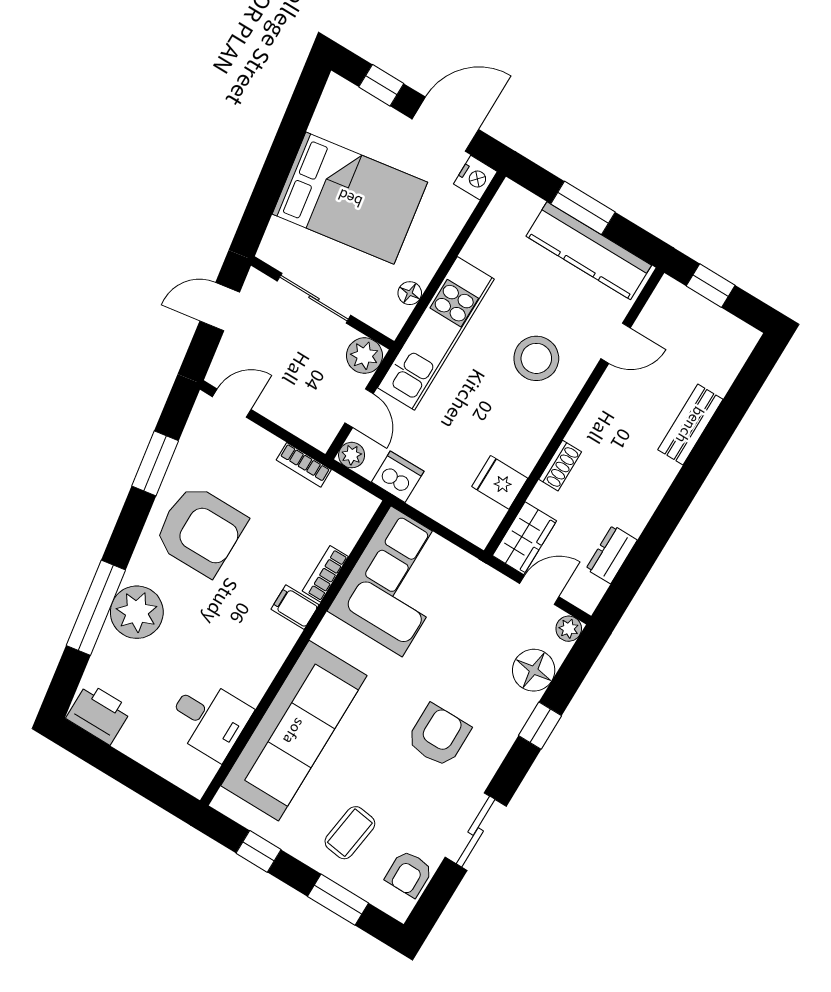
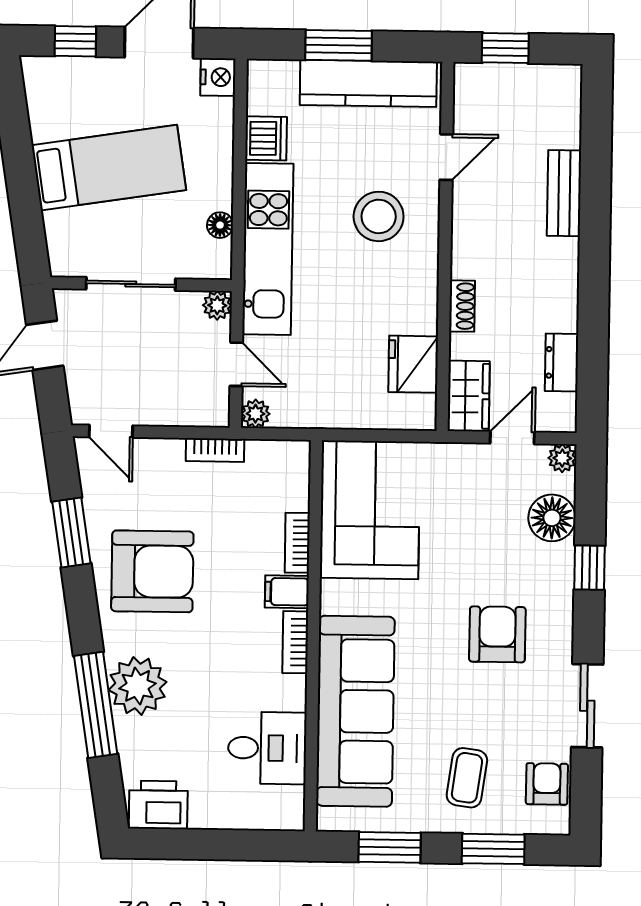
bed: (350, 198) -> (109, 168), width x0.67
plant: (364, 356) -> (217, 305), width x0.73, depth x0.73
door: (232, 403) -> (111, 431), swing flipped
dishwasher: (398, 477) -> (266, 138), moved, turned 90
fridge: (500, 482) -> (413, 364), width x1.38
bookcase: (279, 650) -> (295, 642), added
window: (259, 851) -> (390, 847), width x1.50
armchair: (409, 874) -> (547, 784), turned 180

